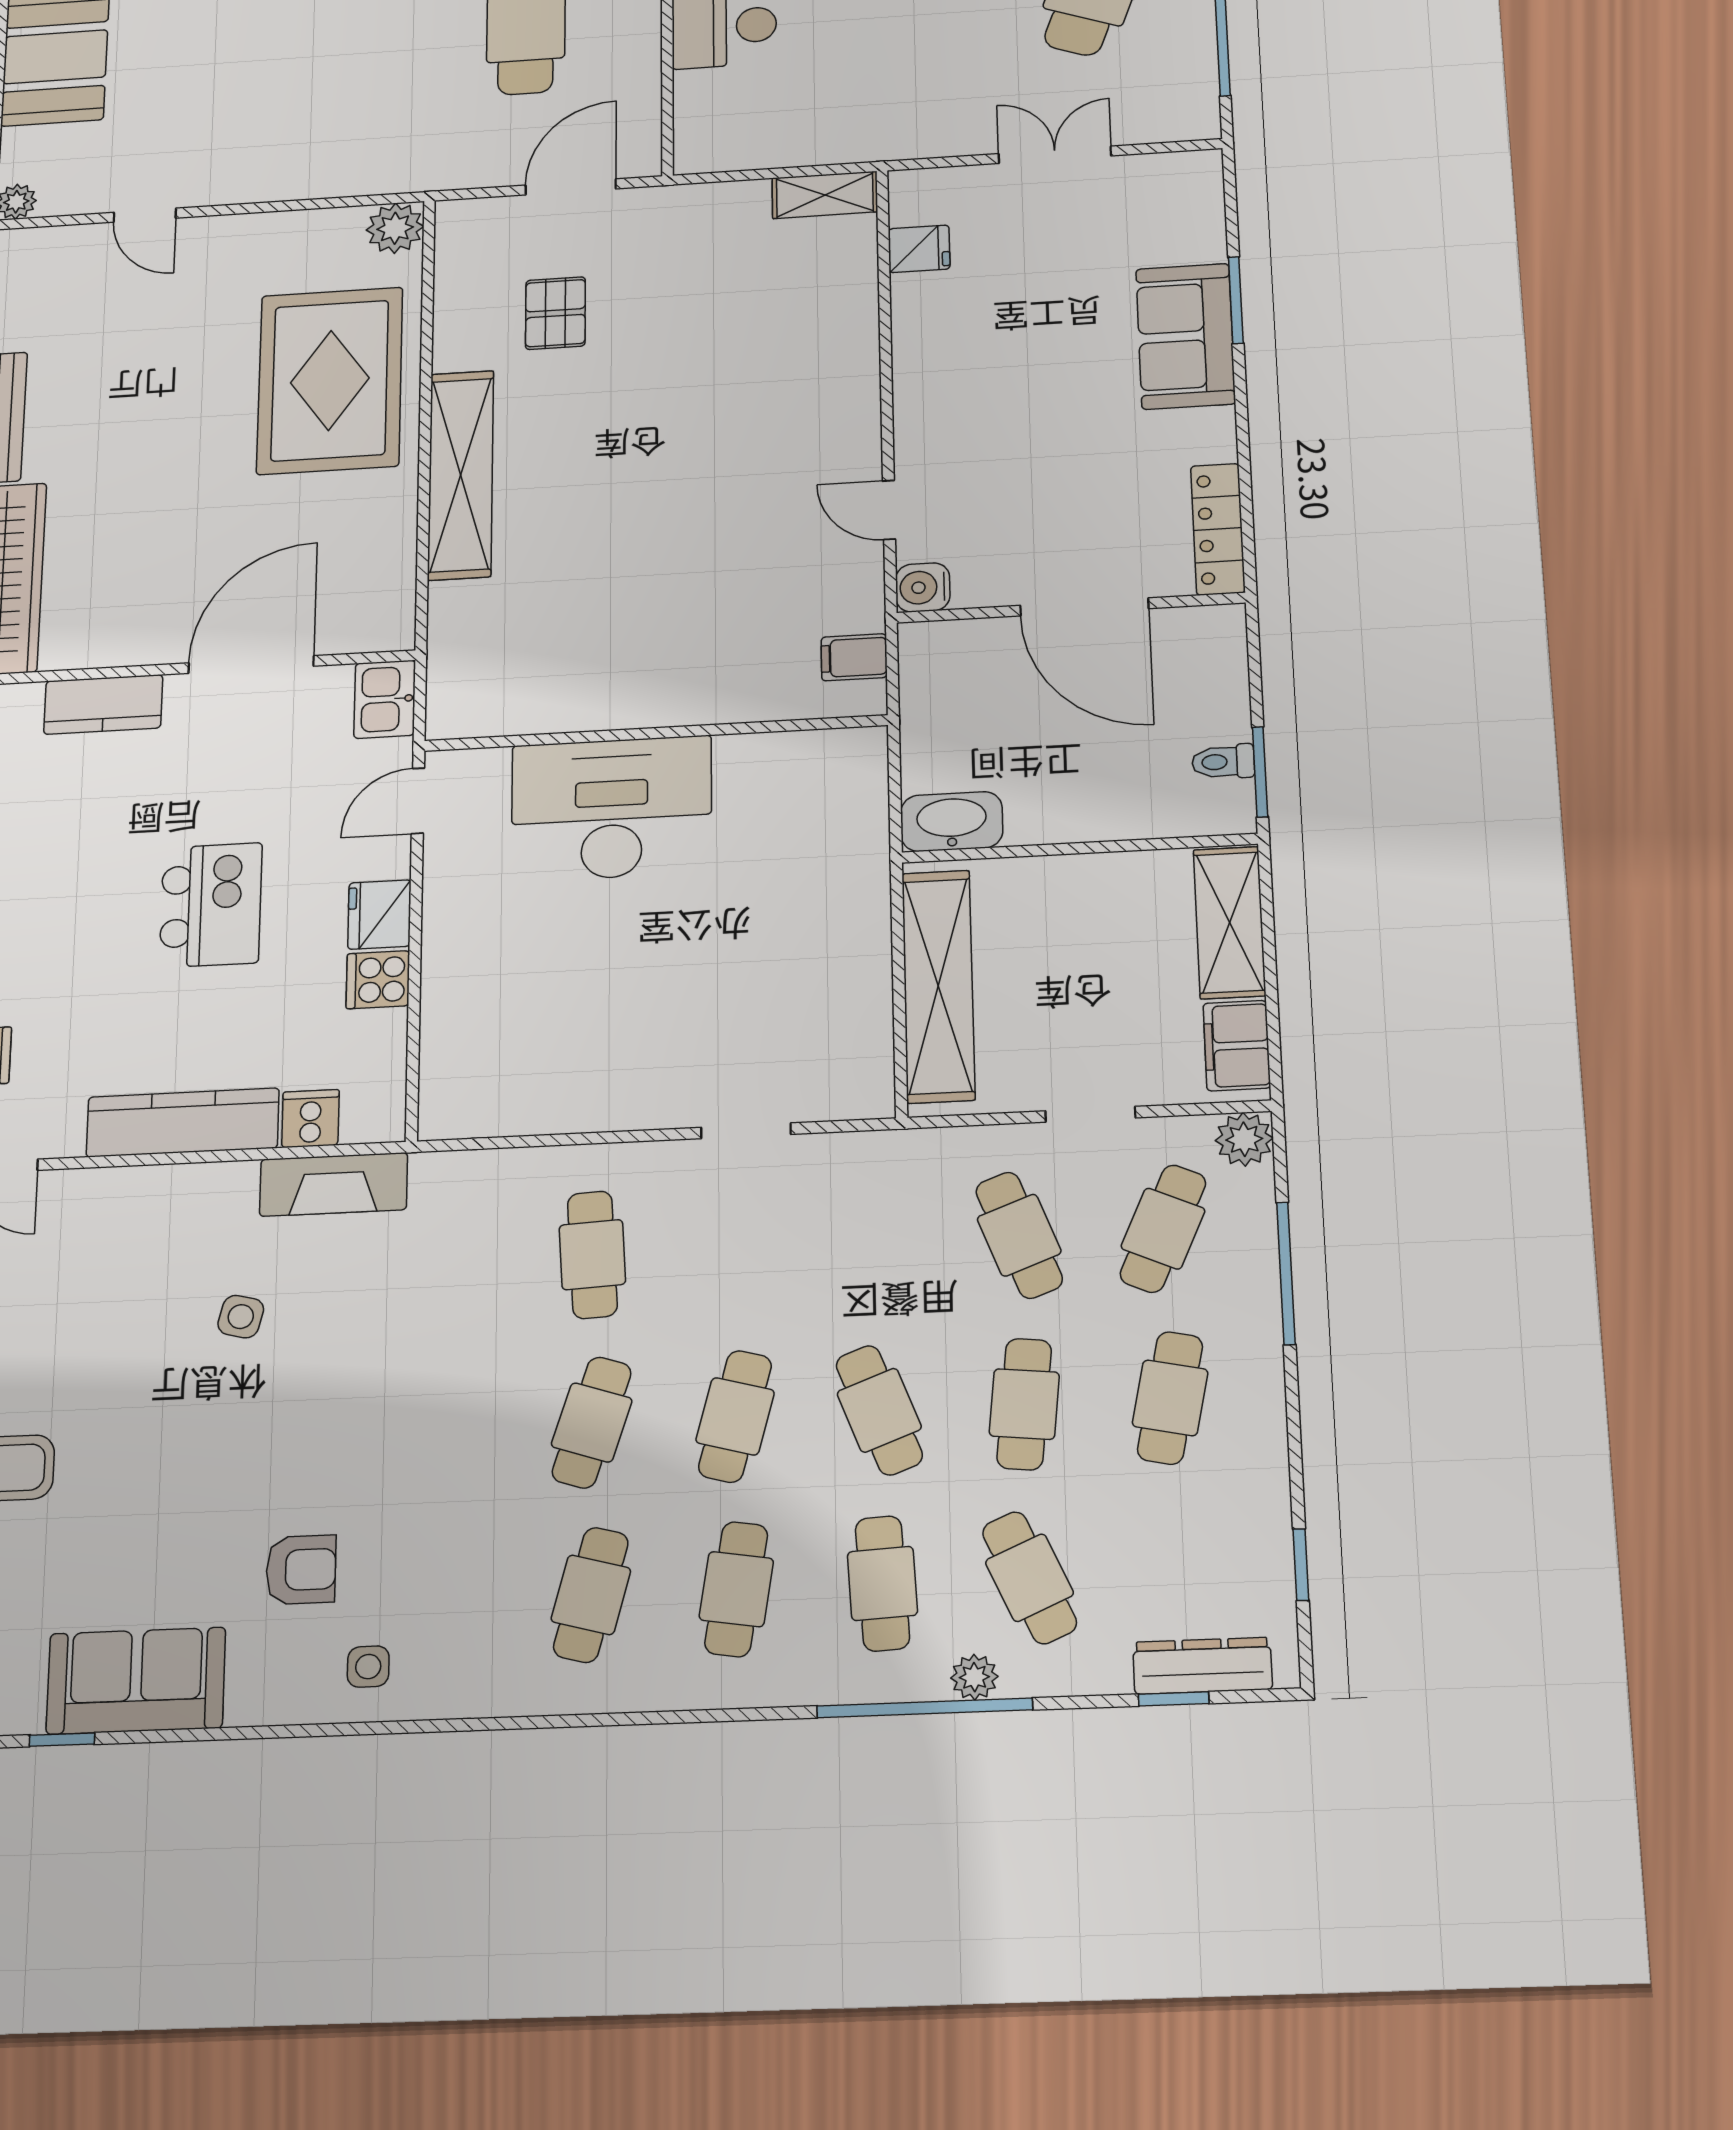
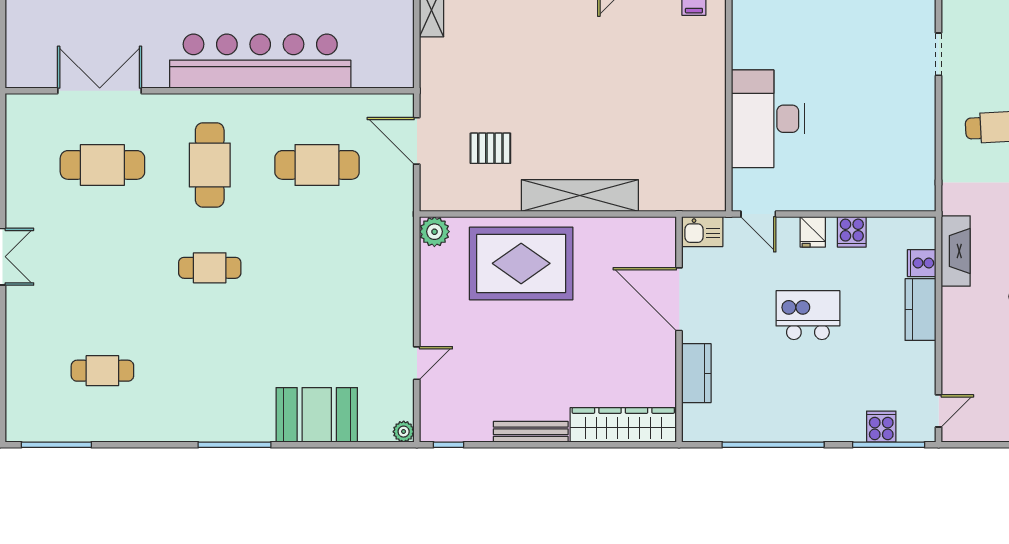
fridge: (379, 915) -> (813, 232), width x0.72
kitchen counter: (183, 1122) -> (921, 310), width x0.67

